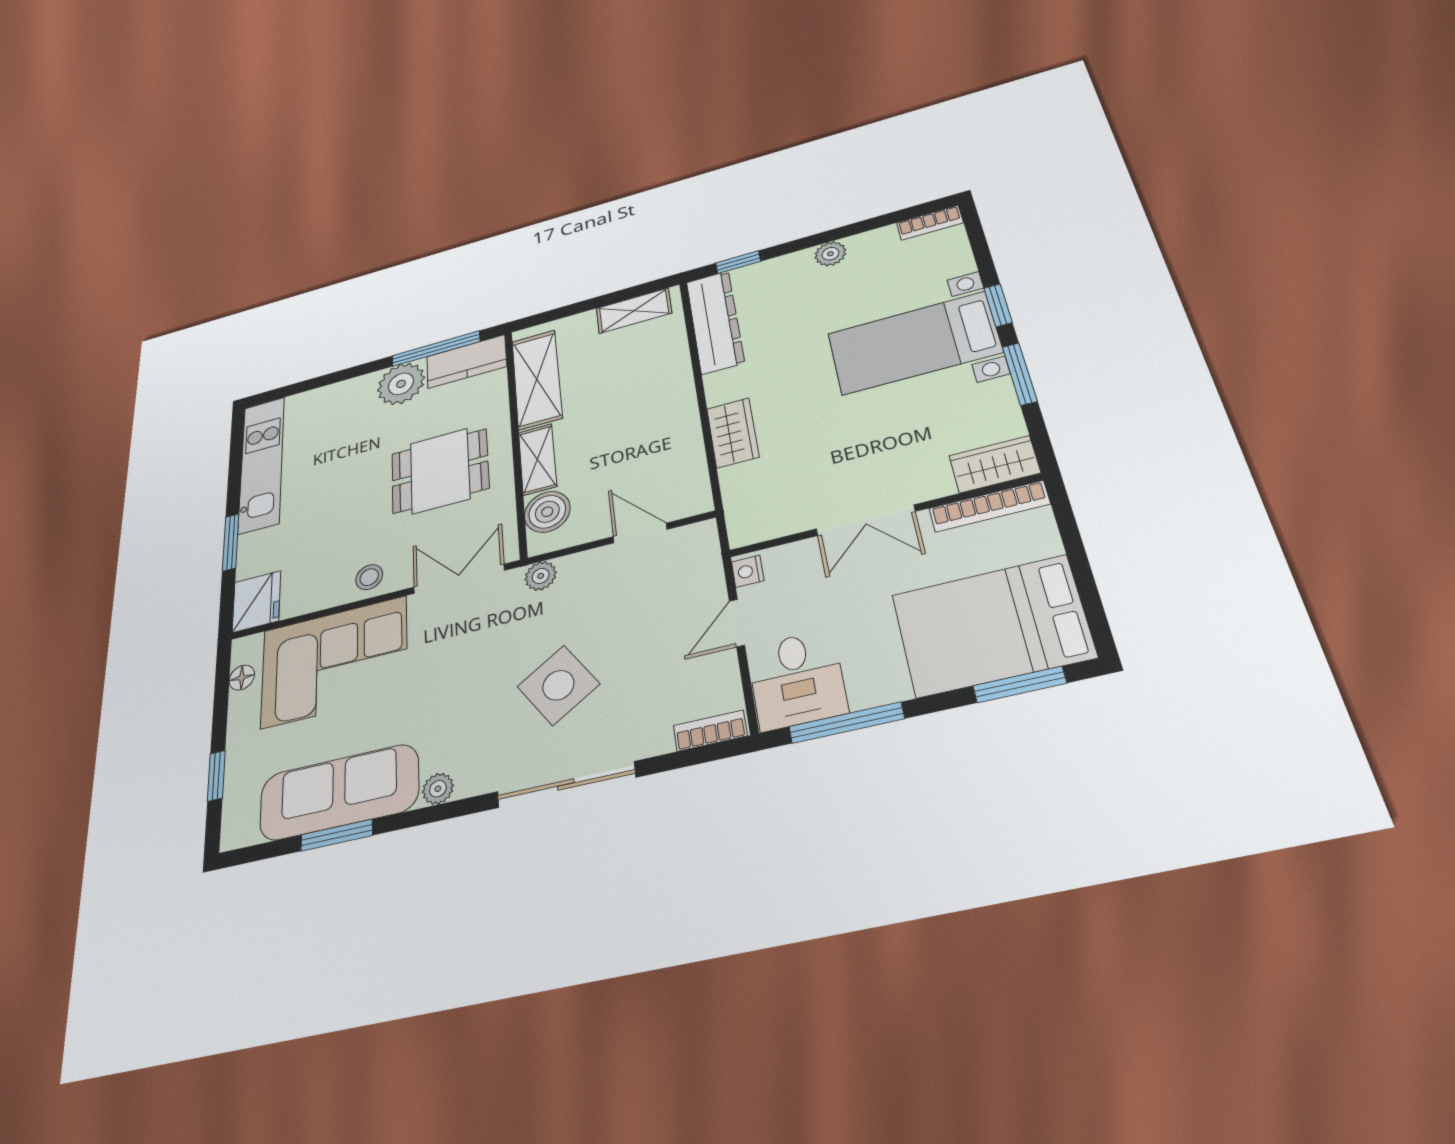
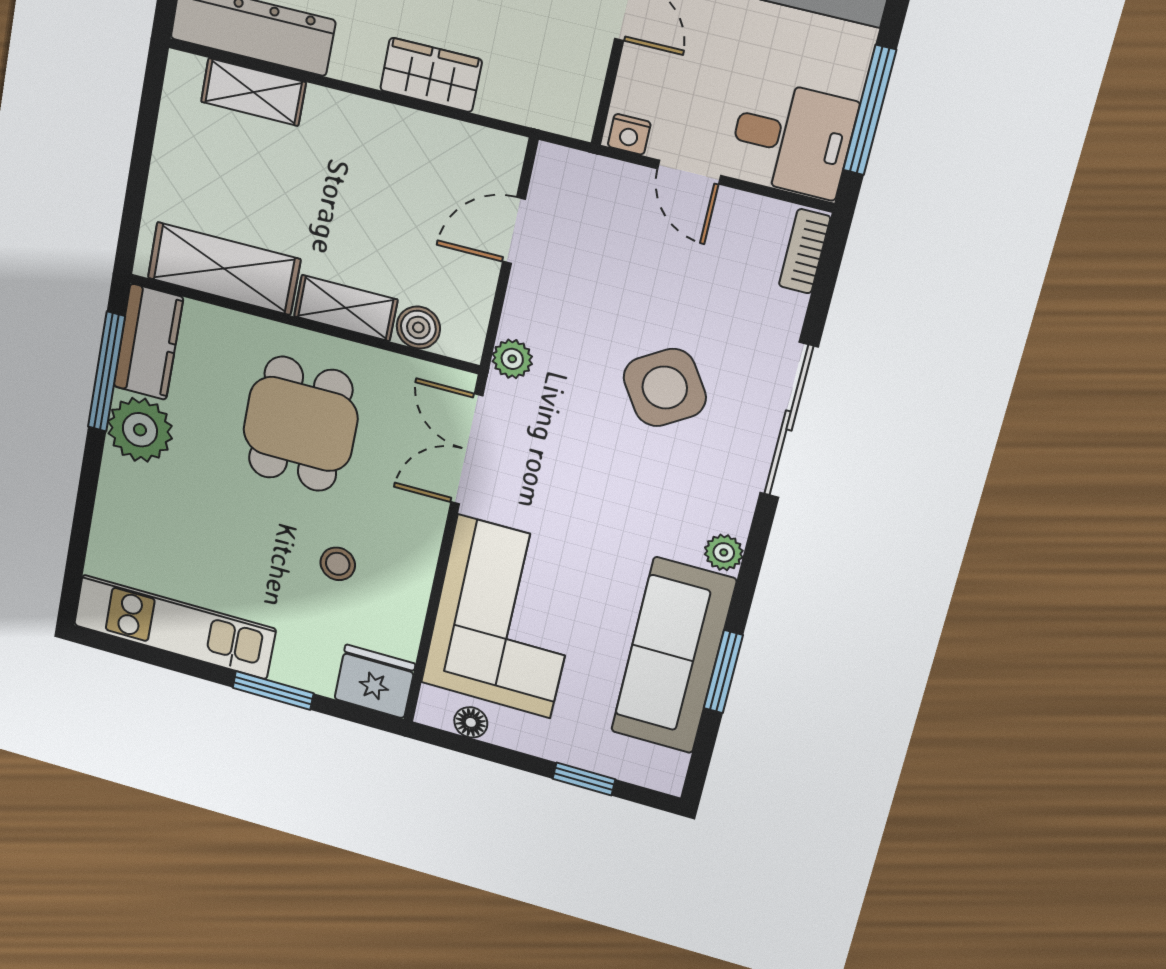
shelving: (634, 311) -> (253, 92), moved, turned 90
boiler: (547, 512) -> (418, 328), width x0.73, depth x0.73
stool: (369, 577) -> (338, 564), moved

